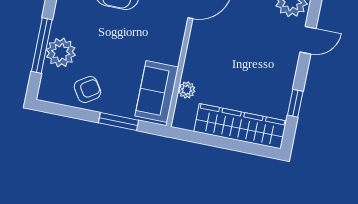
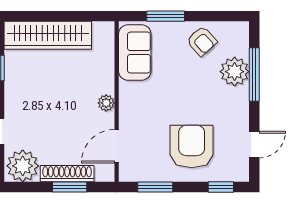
armchair: (87, 89) -> (202, 41), turned -99
plant: (187, 90) -> (106, 103), moved

